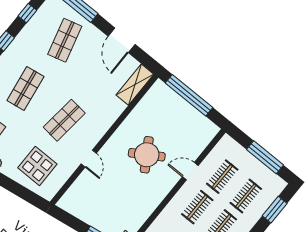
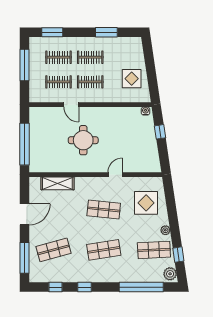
shelving: (135, 85) -> (57, 183), moved
round table: (147, 155) -> (83, 140), turned 32

